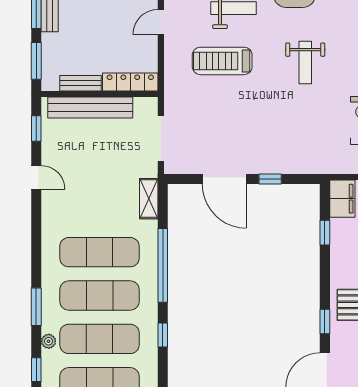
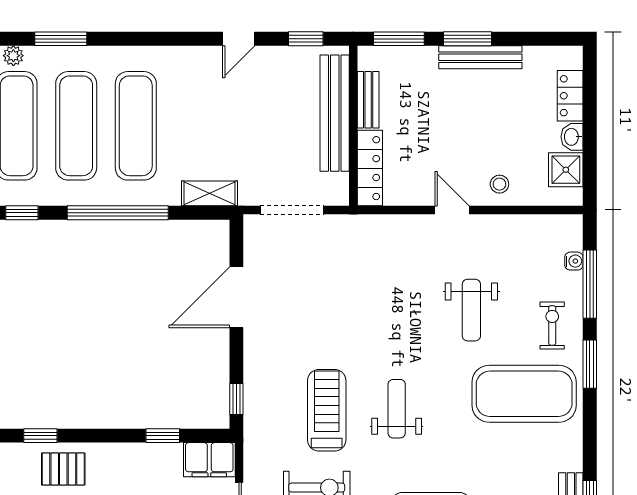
treadmill: (222, 61) -> (327, 410), moved
weight bench: (305, 62) -> (397, 409), turned 90
window: (270, 179) -> (236, 399), moved

